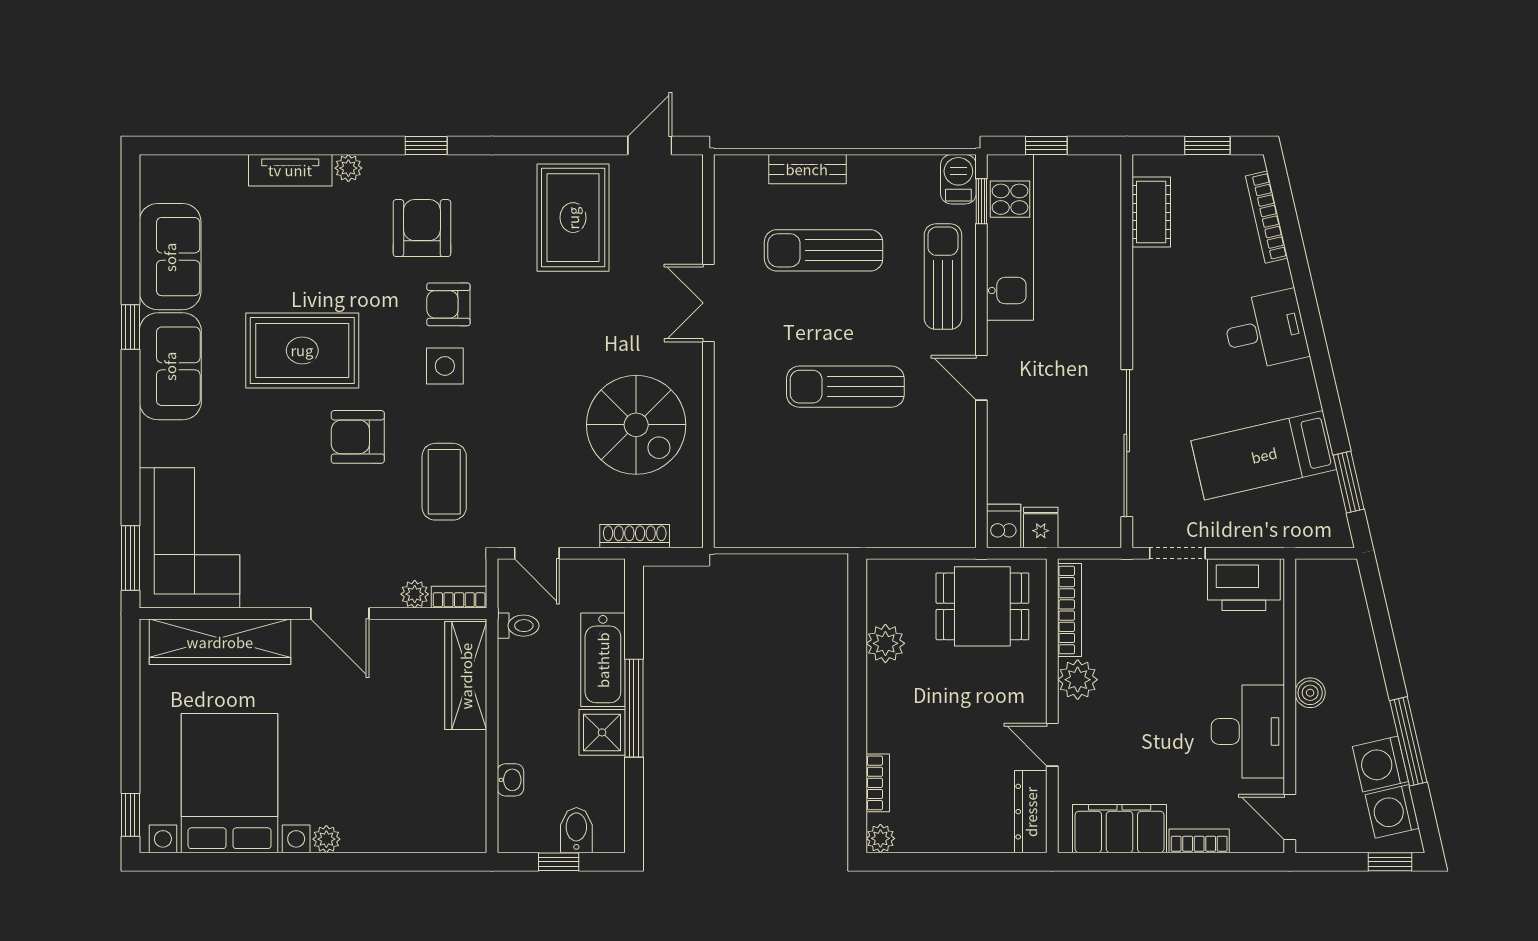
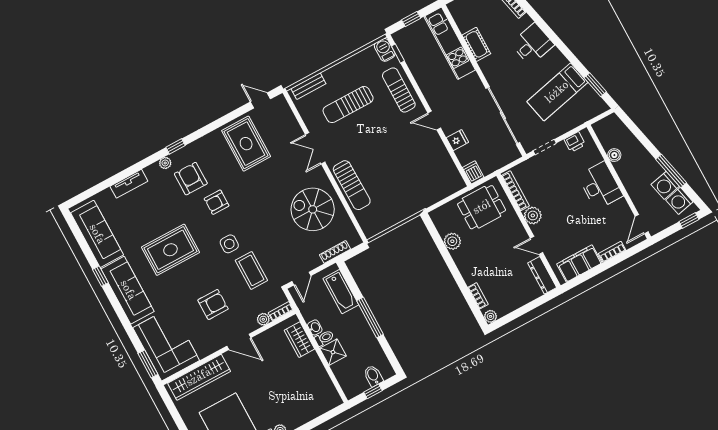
door: (650, 146) -> (260, 100), hinge flipped
plant: (348, 168) -> (165, 163), moved
bench: (807, 169) -> (308, 86), moved
cot: (1151, 212) -> (476, 44), moved
kitchen unit: (1010, 237) -> (450, 43), moved, turned 180
sofa: (170, 257) -> (97, 234), width x1.36
sofa: (170, 366) -> (128, 290), width x1.36
side table: (445, 366) -> (229, 244), moved
sun lounger: (845, 387) -> (352, 185), moved, turned -91
spiral stairs: (636, 425) -> (313, 209), turned 180
armchair: (358, 437) -> (213, 304), moved, turned 180
fridge: (1041, 527) -> (457, 140), moved, turned 90
door: (537, 553) -> (301, 279), hinge flipped
printer: (1244, 585) -> (575, 142), width x0.53, depth x0.68
toilet: (518, 626) -> (324, 338), moved
bathtub: (603, 660) -> (341, 292), moved
wardrobe: (466, 676) -> (299, 340), width x0.67
boiler: (1310, 693) -> (614, 155), moved
shower: (602, 732) -> (333, 352), moved
desk: (1248, 732) -> (600, 186), moved
washbasin: (510, 780) -> (315, 327), moved
door: (1290, 817) -> (642, 224), hinge flipped

